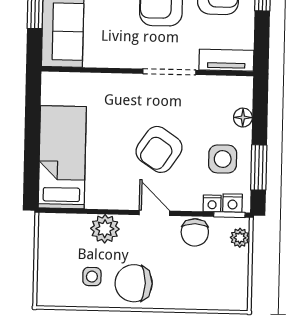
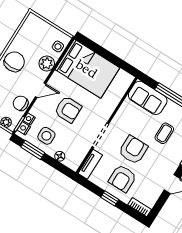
armchair: (159, 149) -> (68, 110), turned 146
bed: (62, 157) -> (87, 69), width x1.50
side table: (92, 277) -> (58, 46), moved

